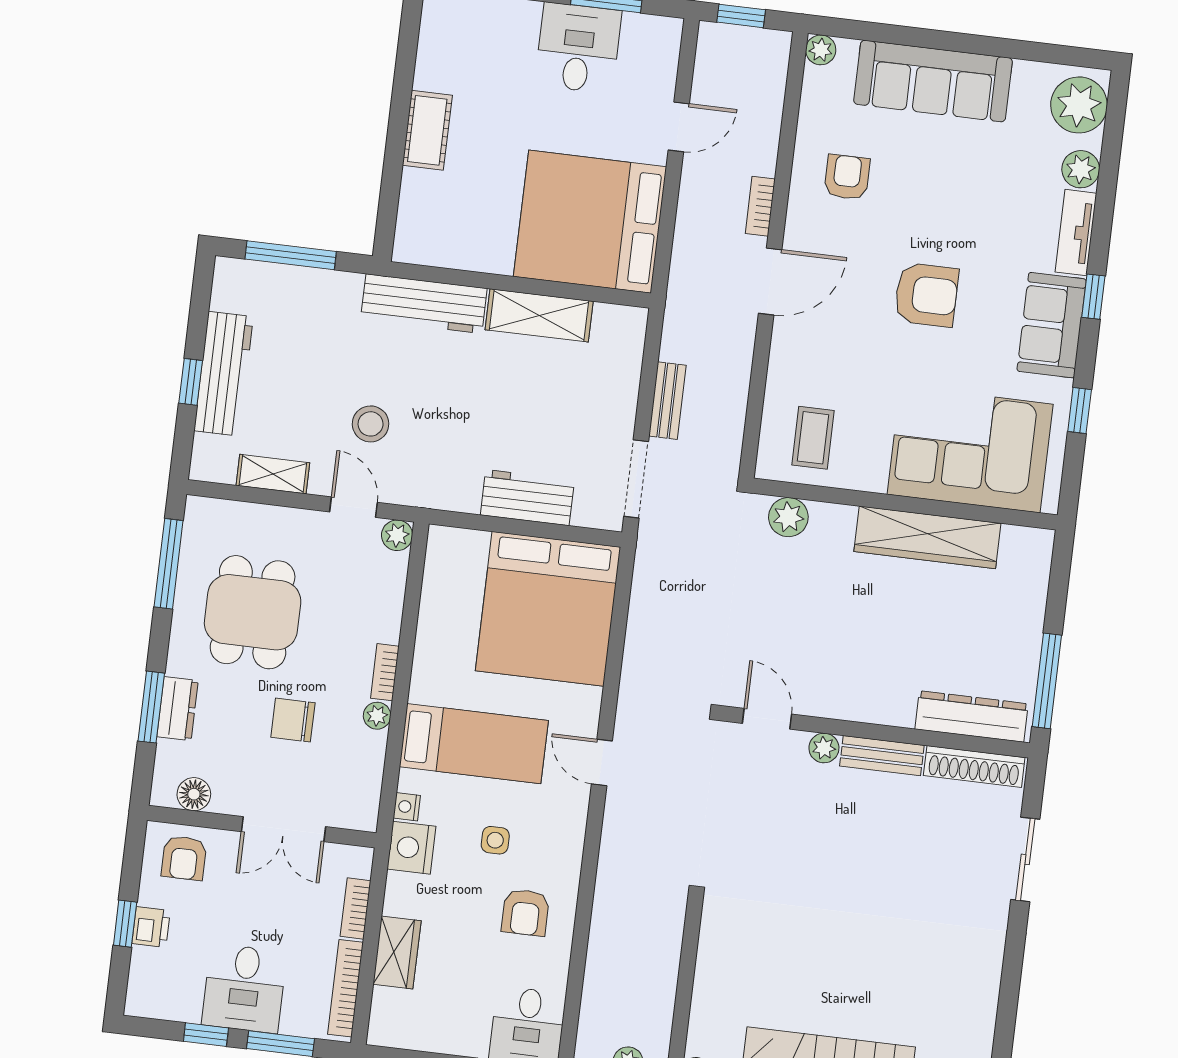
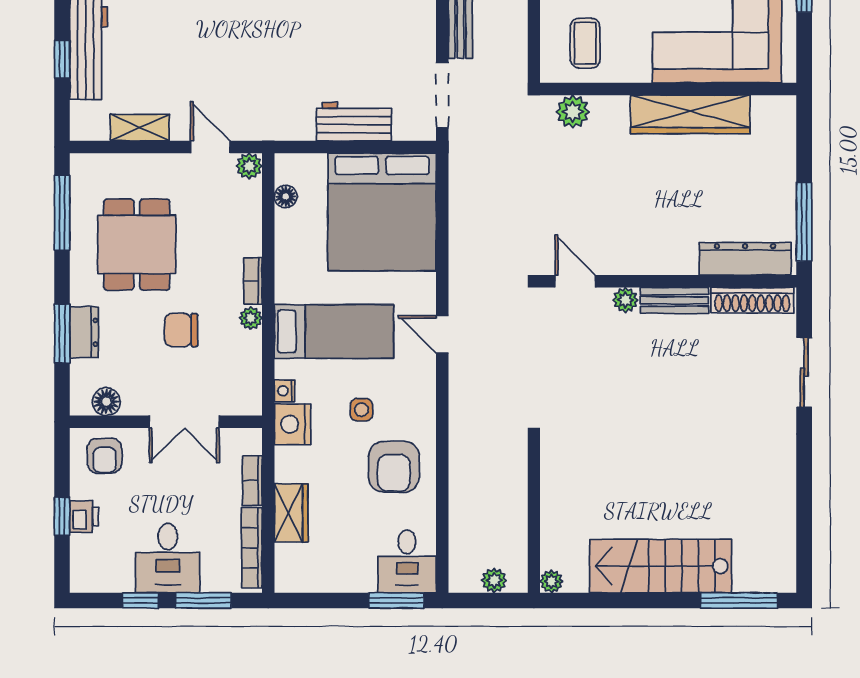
stool: (371, 424) -> (216, 76), removed
floor lamp: (436, 577) -> (286, 197), added
armchair: (525, 913) -> (394, 467), width x1.38, depth x1.38

